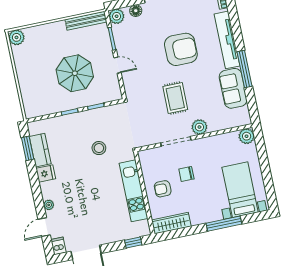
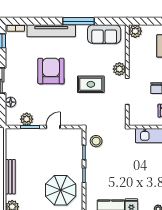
plant: (117, 16) -> (27, 119), moved
bench: (86, 21) -> (10, 177), moved
parasol: (75, 73) -> (61, 190), moved
sofa: (233, 88) -> (104, 34), moved
stool: (99, 148) -> (96, 141), moved

